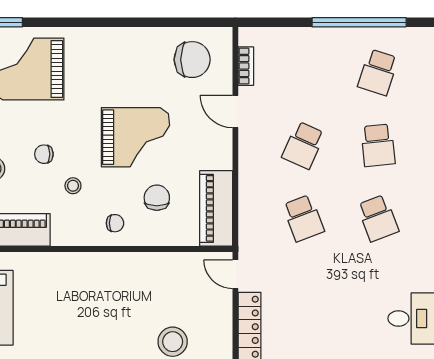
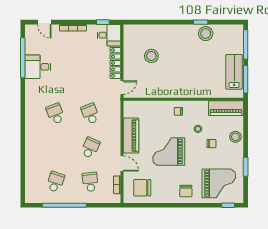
school desk: (378, 145) -> (90, 182), moved
chair: (157, 198) -> (186, 191), moved
piano: (216, 208) -> (131, 136), moved
door: (235, 274) -> (122, 87), hinge flipped

